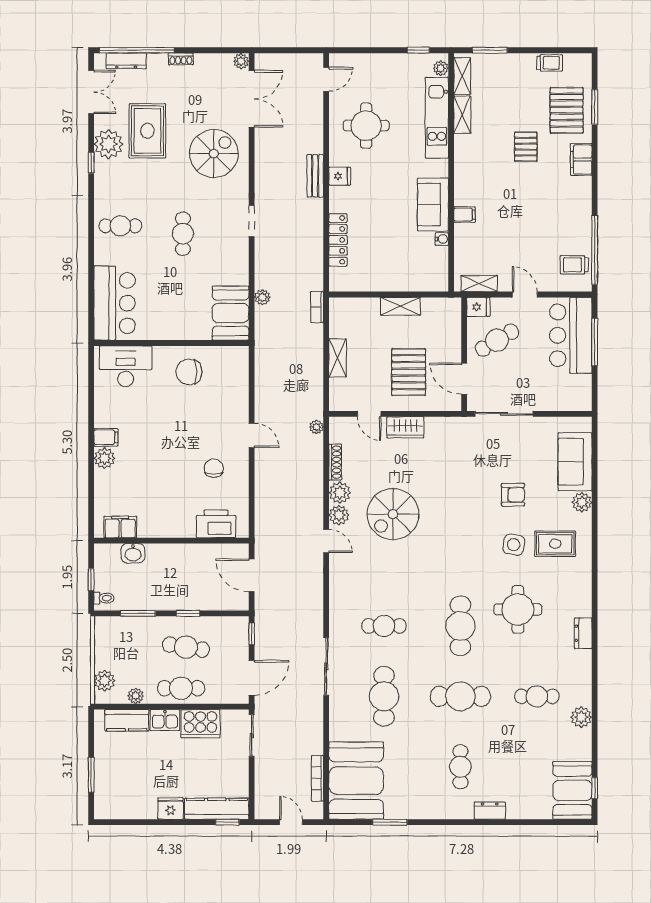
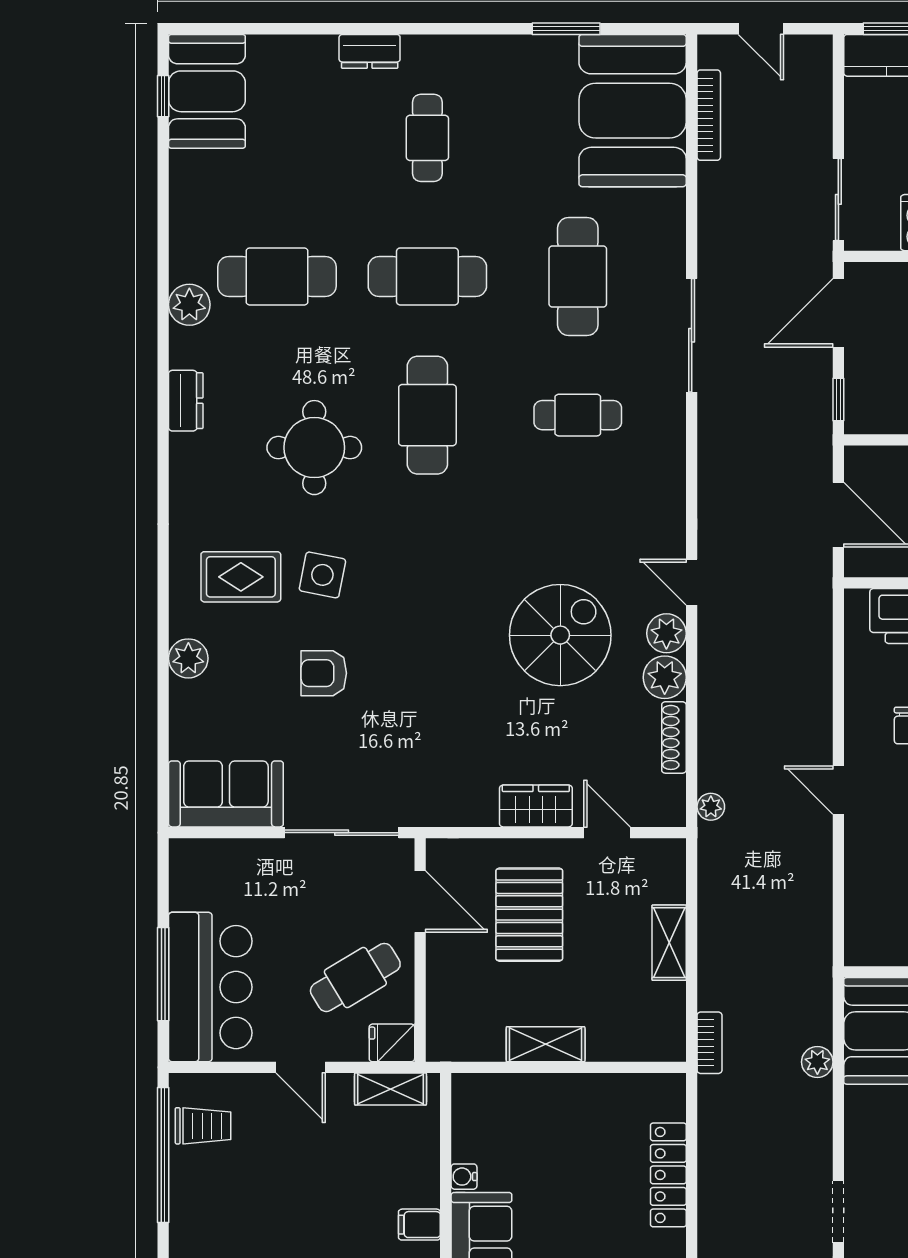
sofa: (575, 462) -> (226, 794), moved, turned -90
cafe table: (537, 696) -> (277, 276), width x1.37, depth x1.35
plant: (581, 717) -> (189, 305), moved

